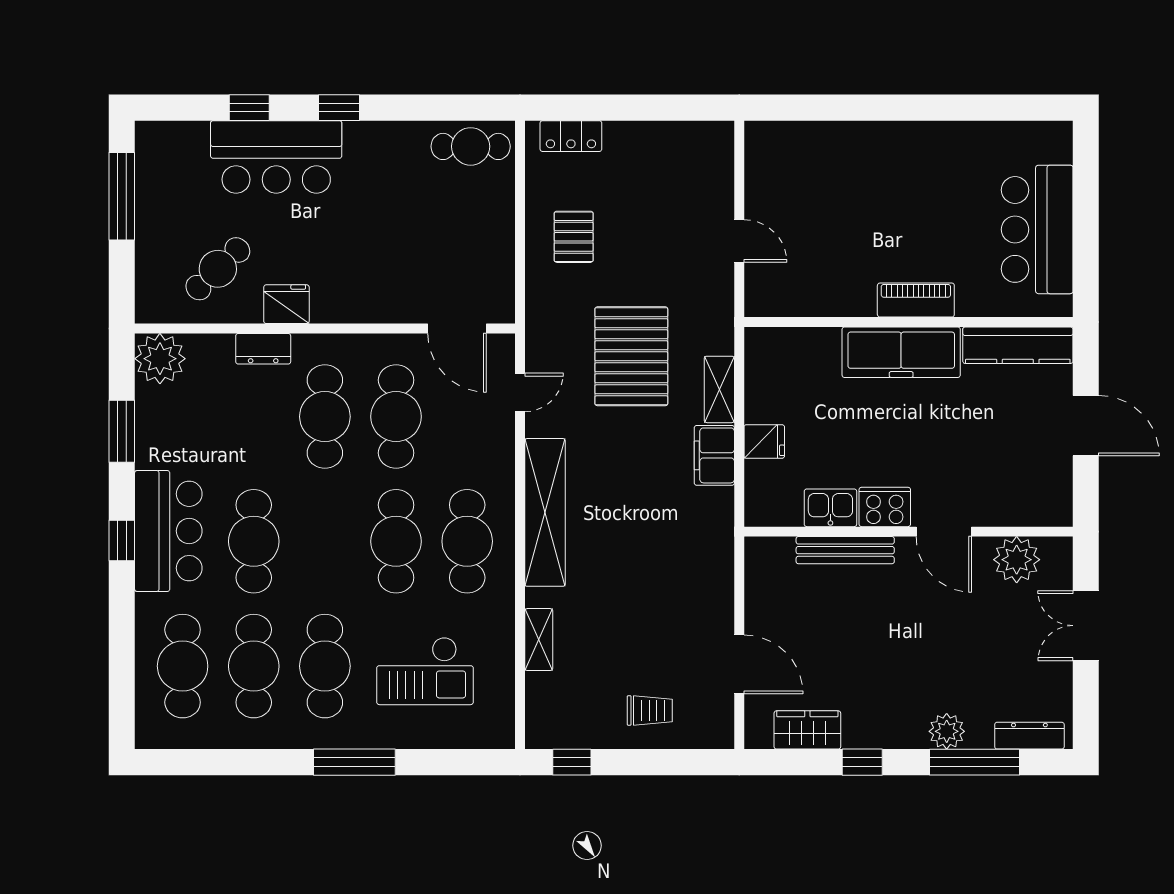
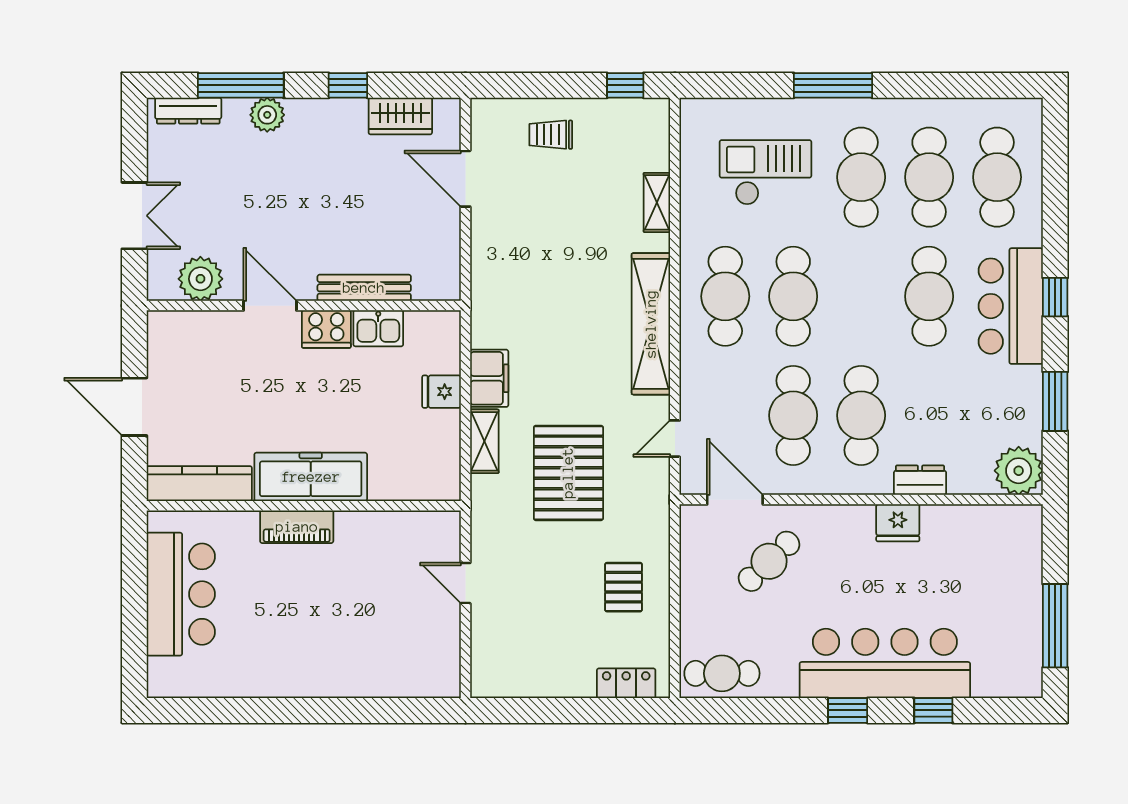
bar counter: (276, 157) -> (885, 663), width x1.36
cafe table: (218, 269) -> (769, 561), moved

